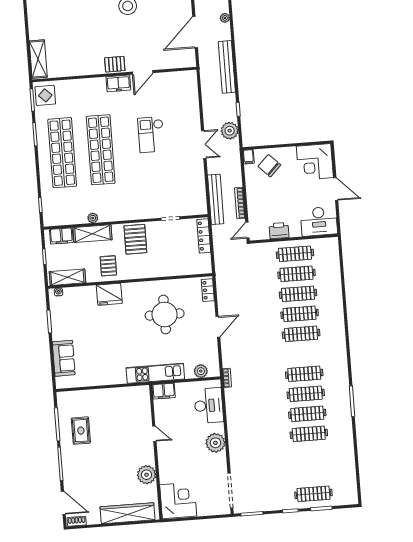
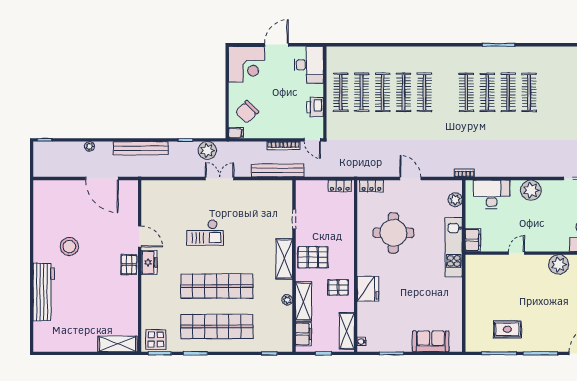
shelving: (132, 212) -> (284, 259), added
locker: (204, 236) -> (340, 186), moved, width x0.66

